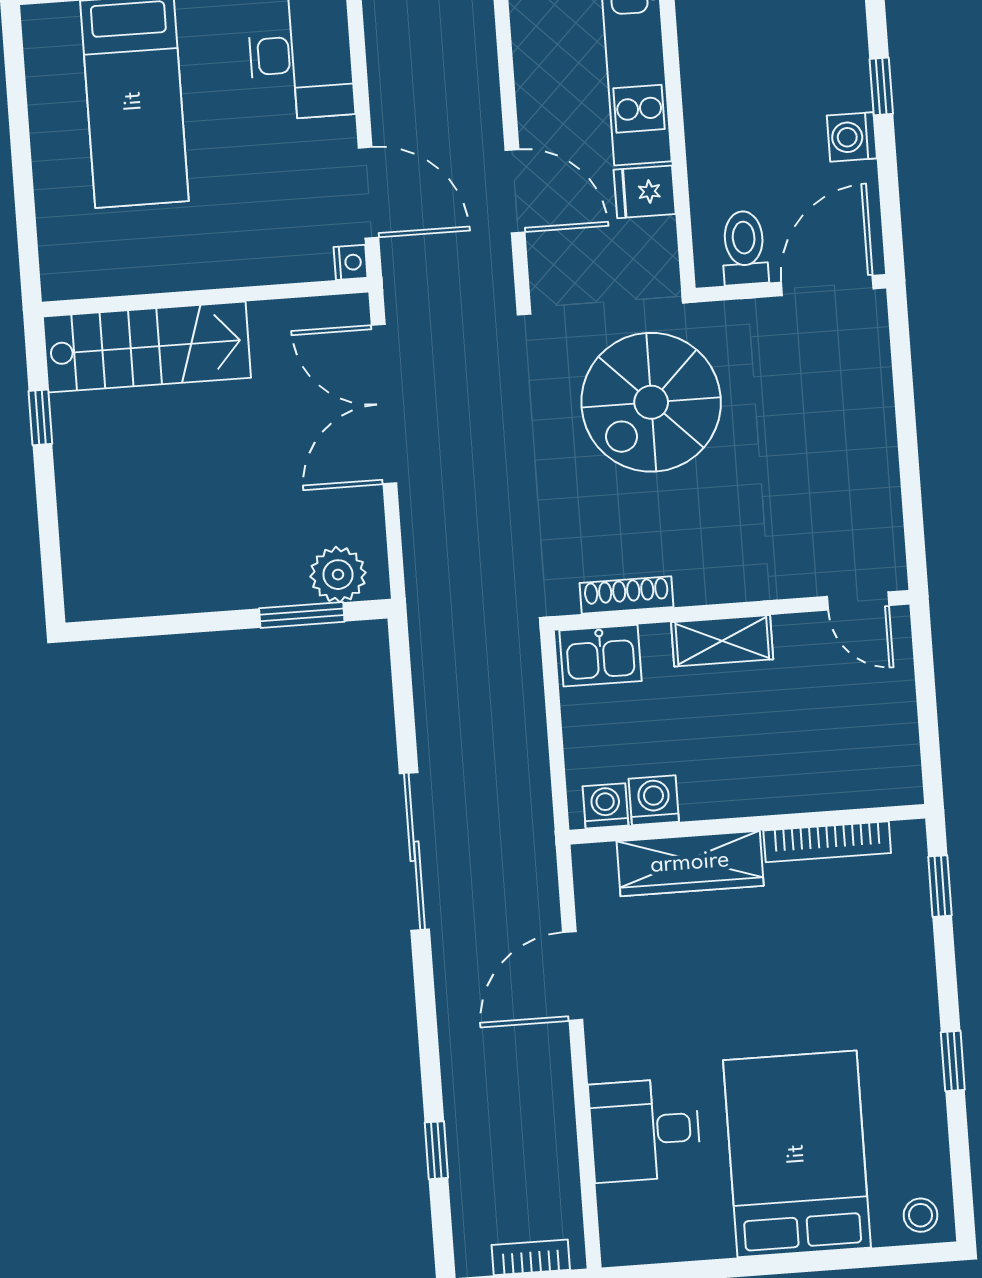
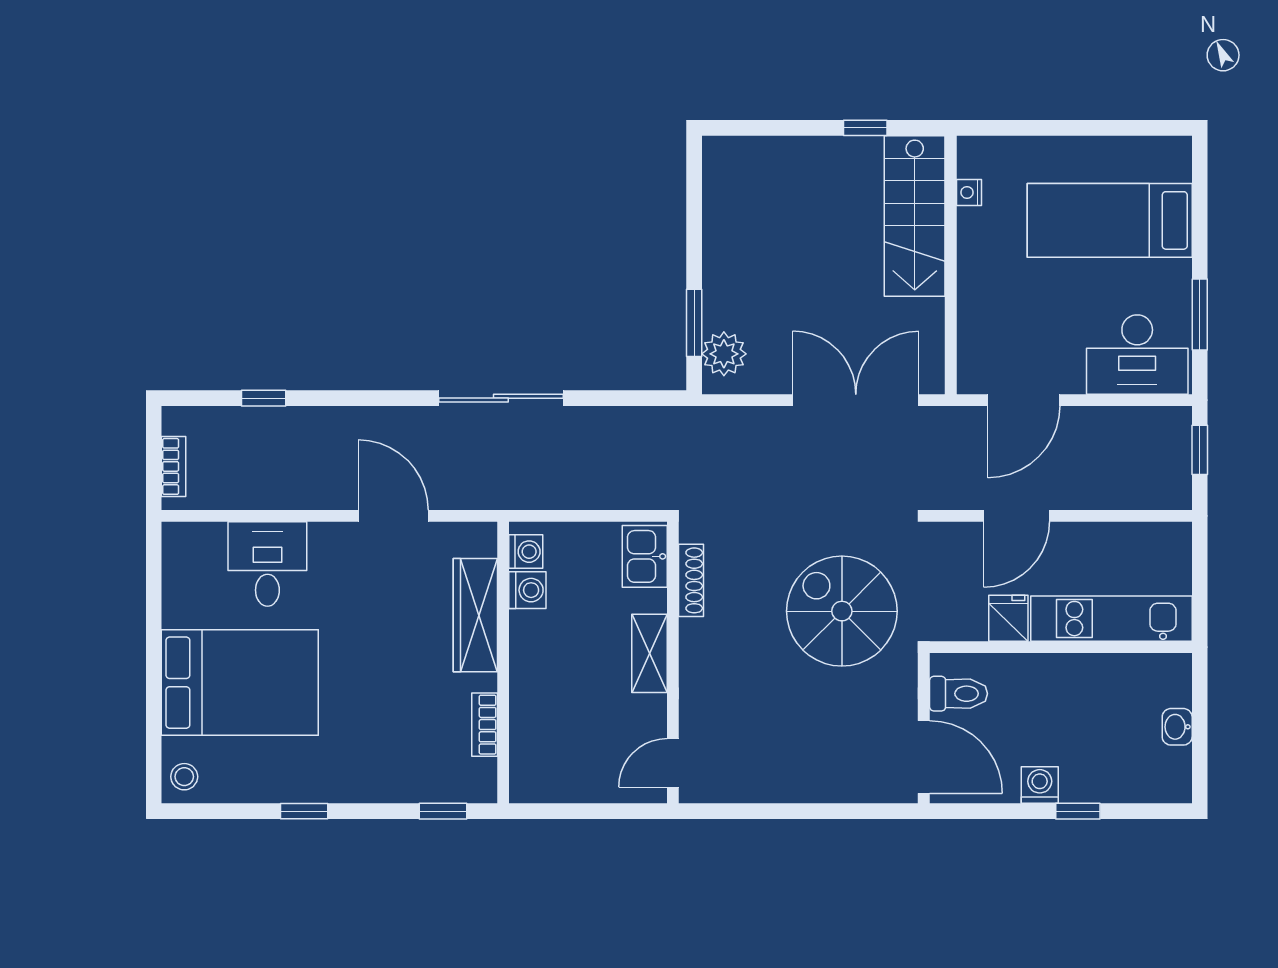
nightstand: (351, 262) -> (969, 192), moved, turned 90
bookcase: (827, 842) -> (485, 725), width x0.64

